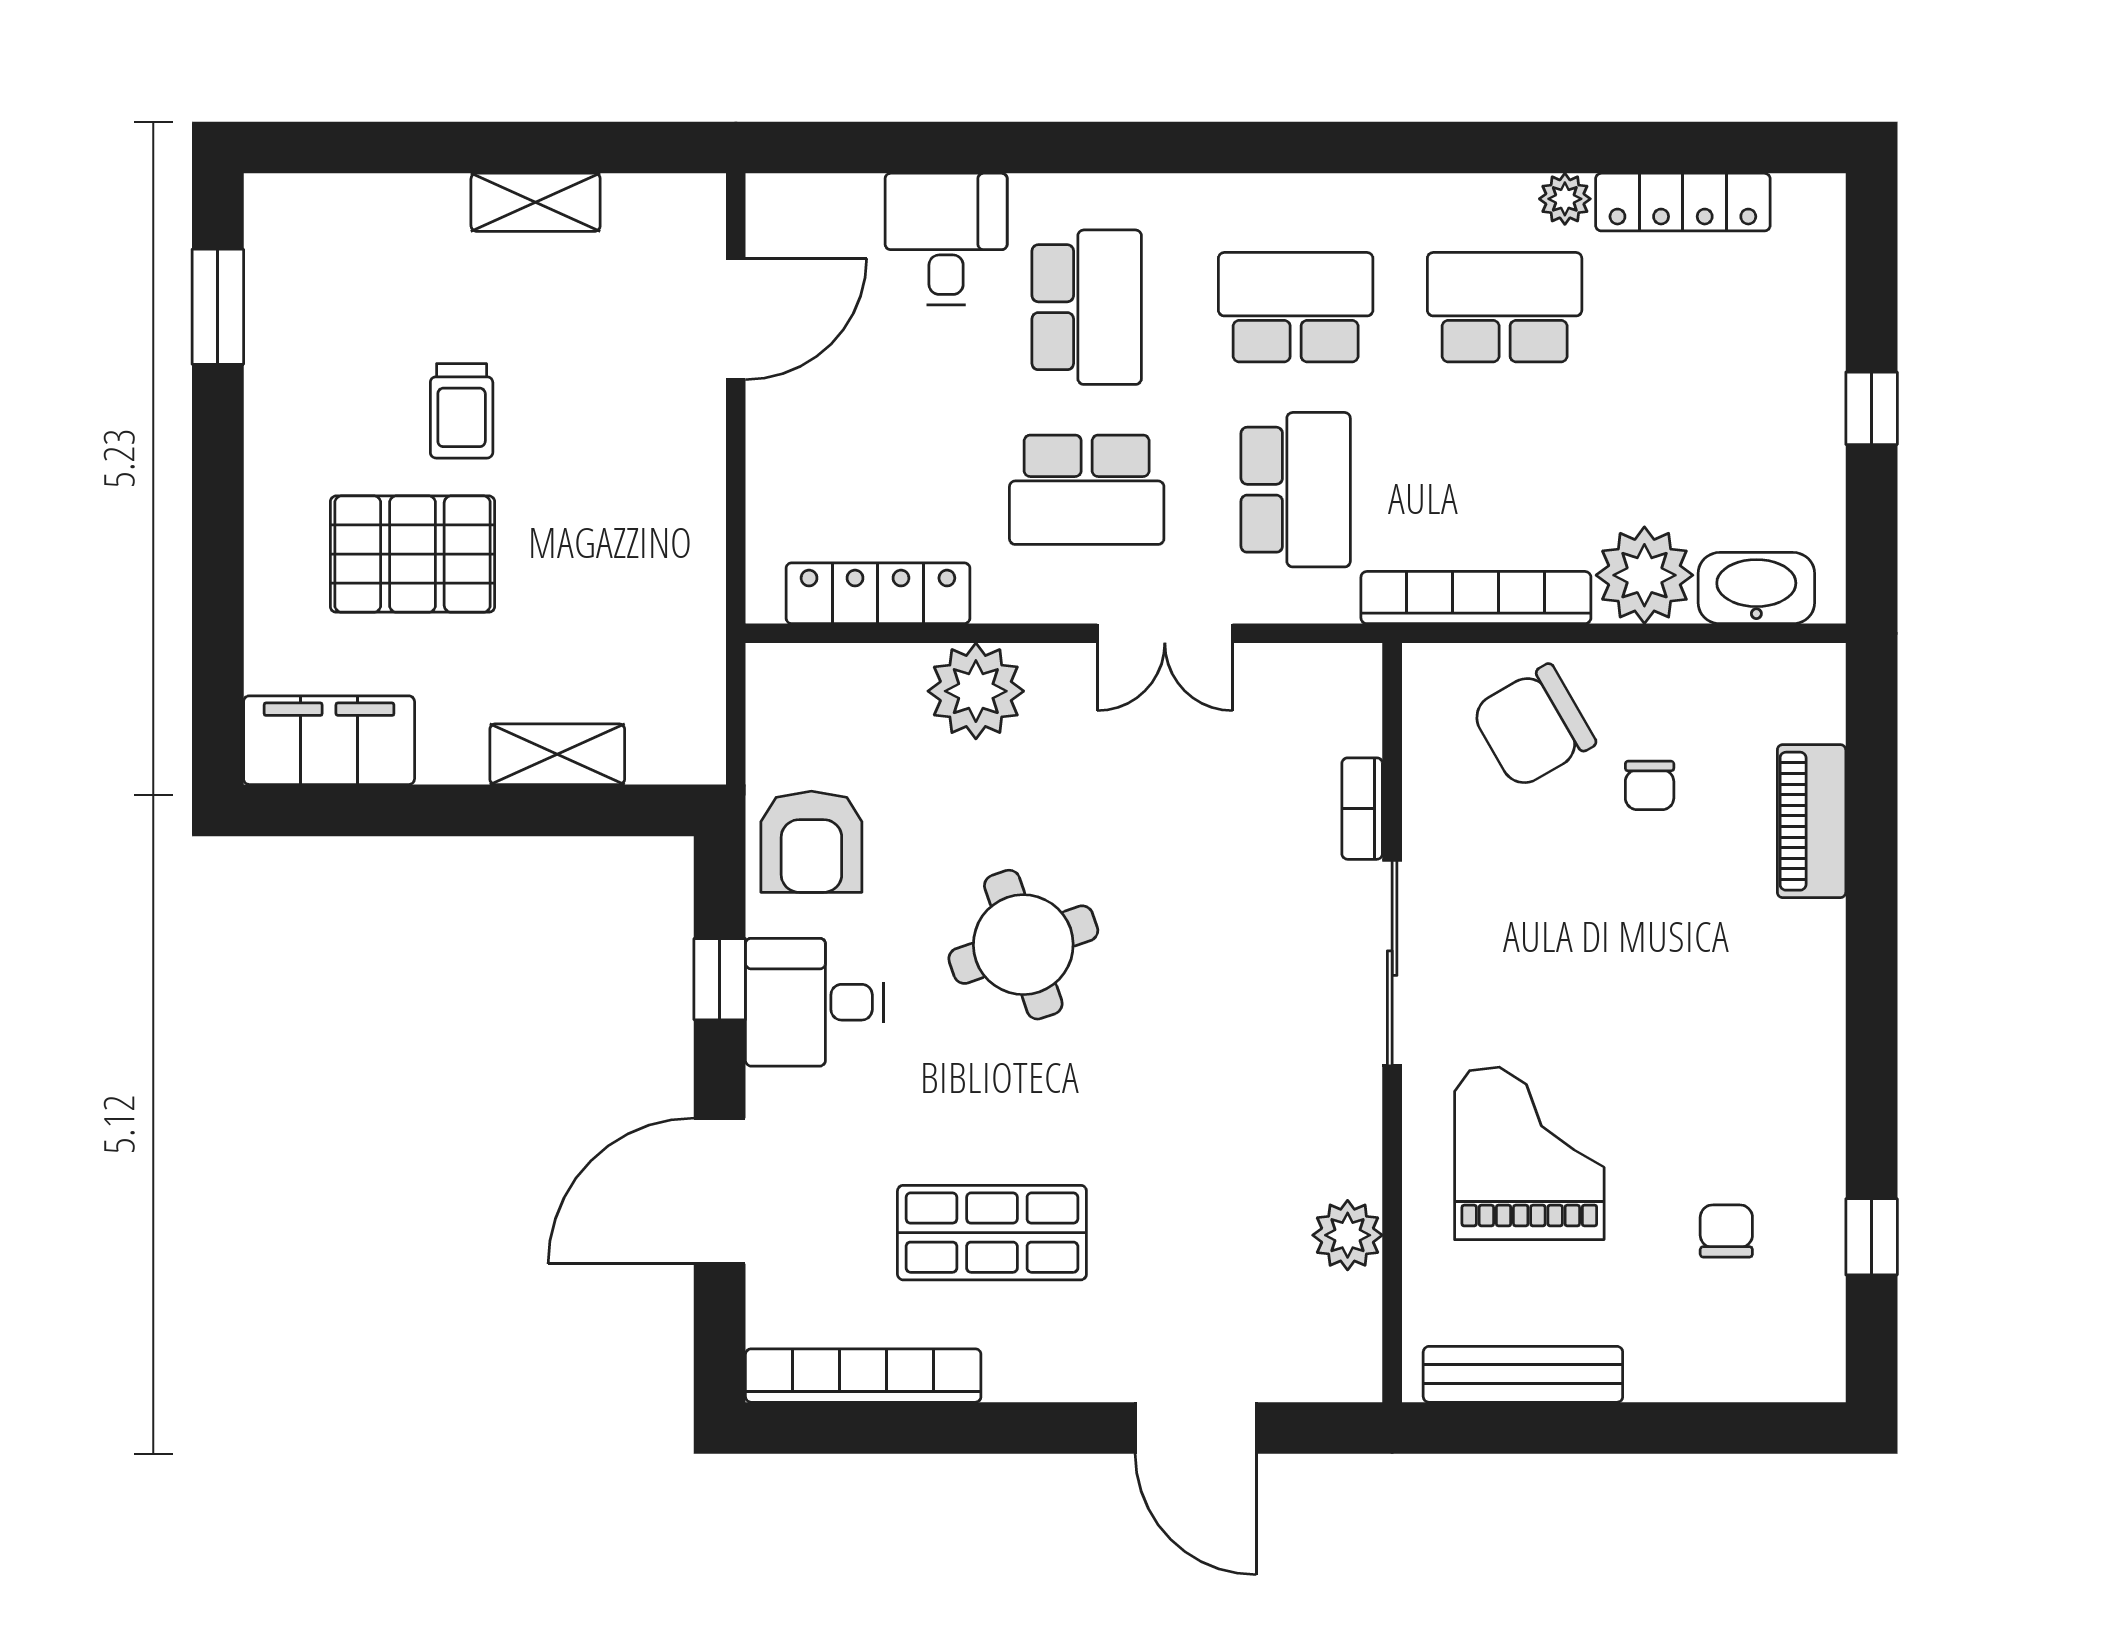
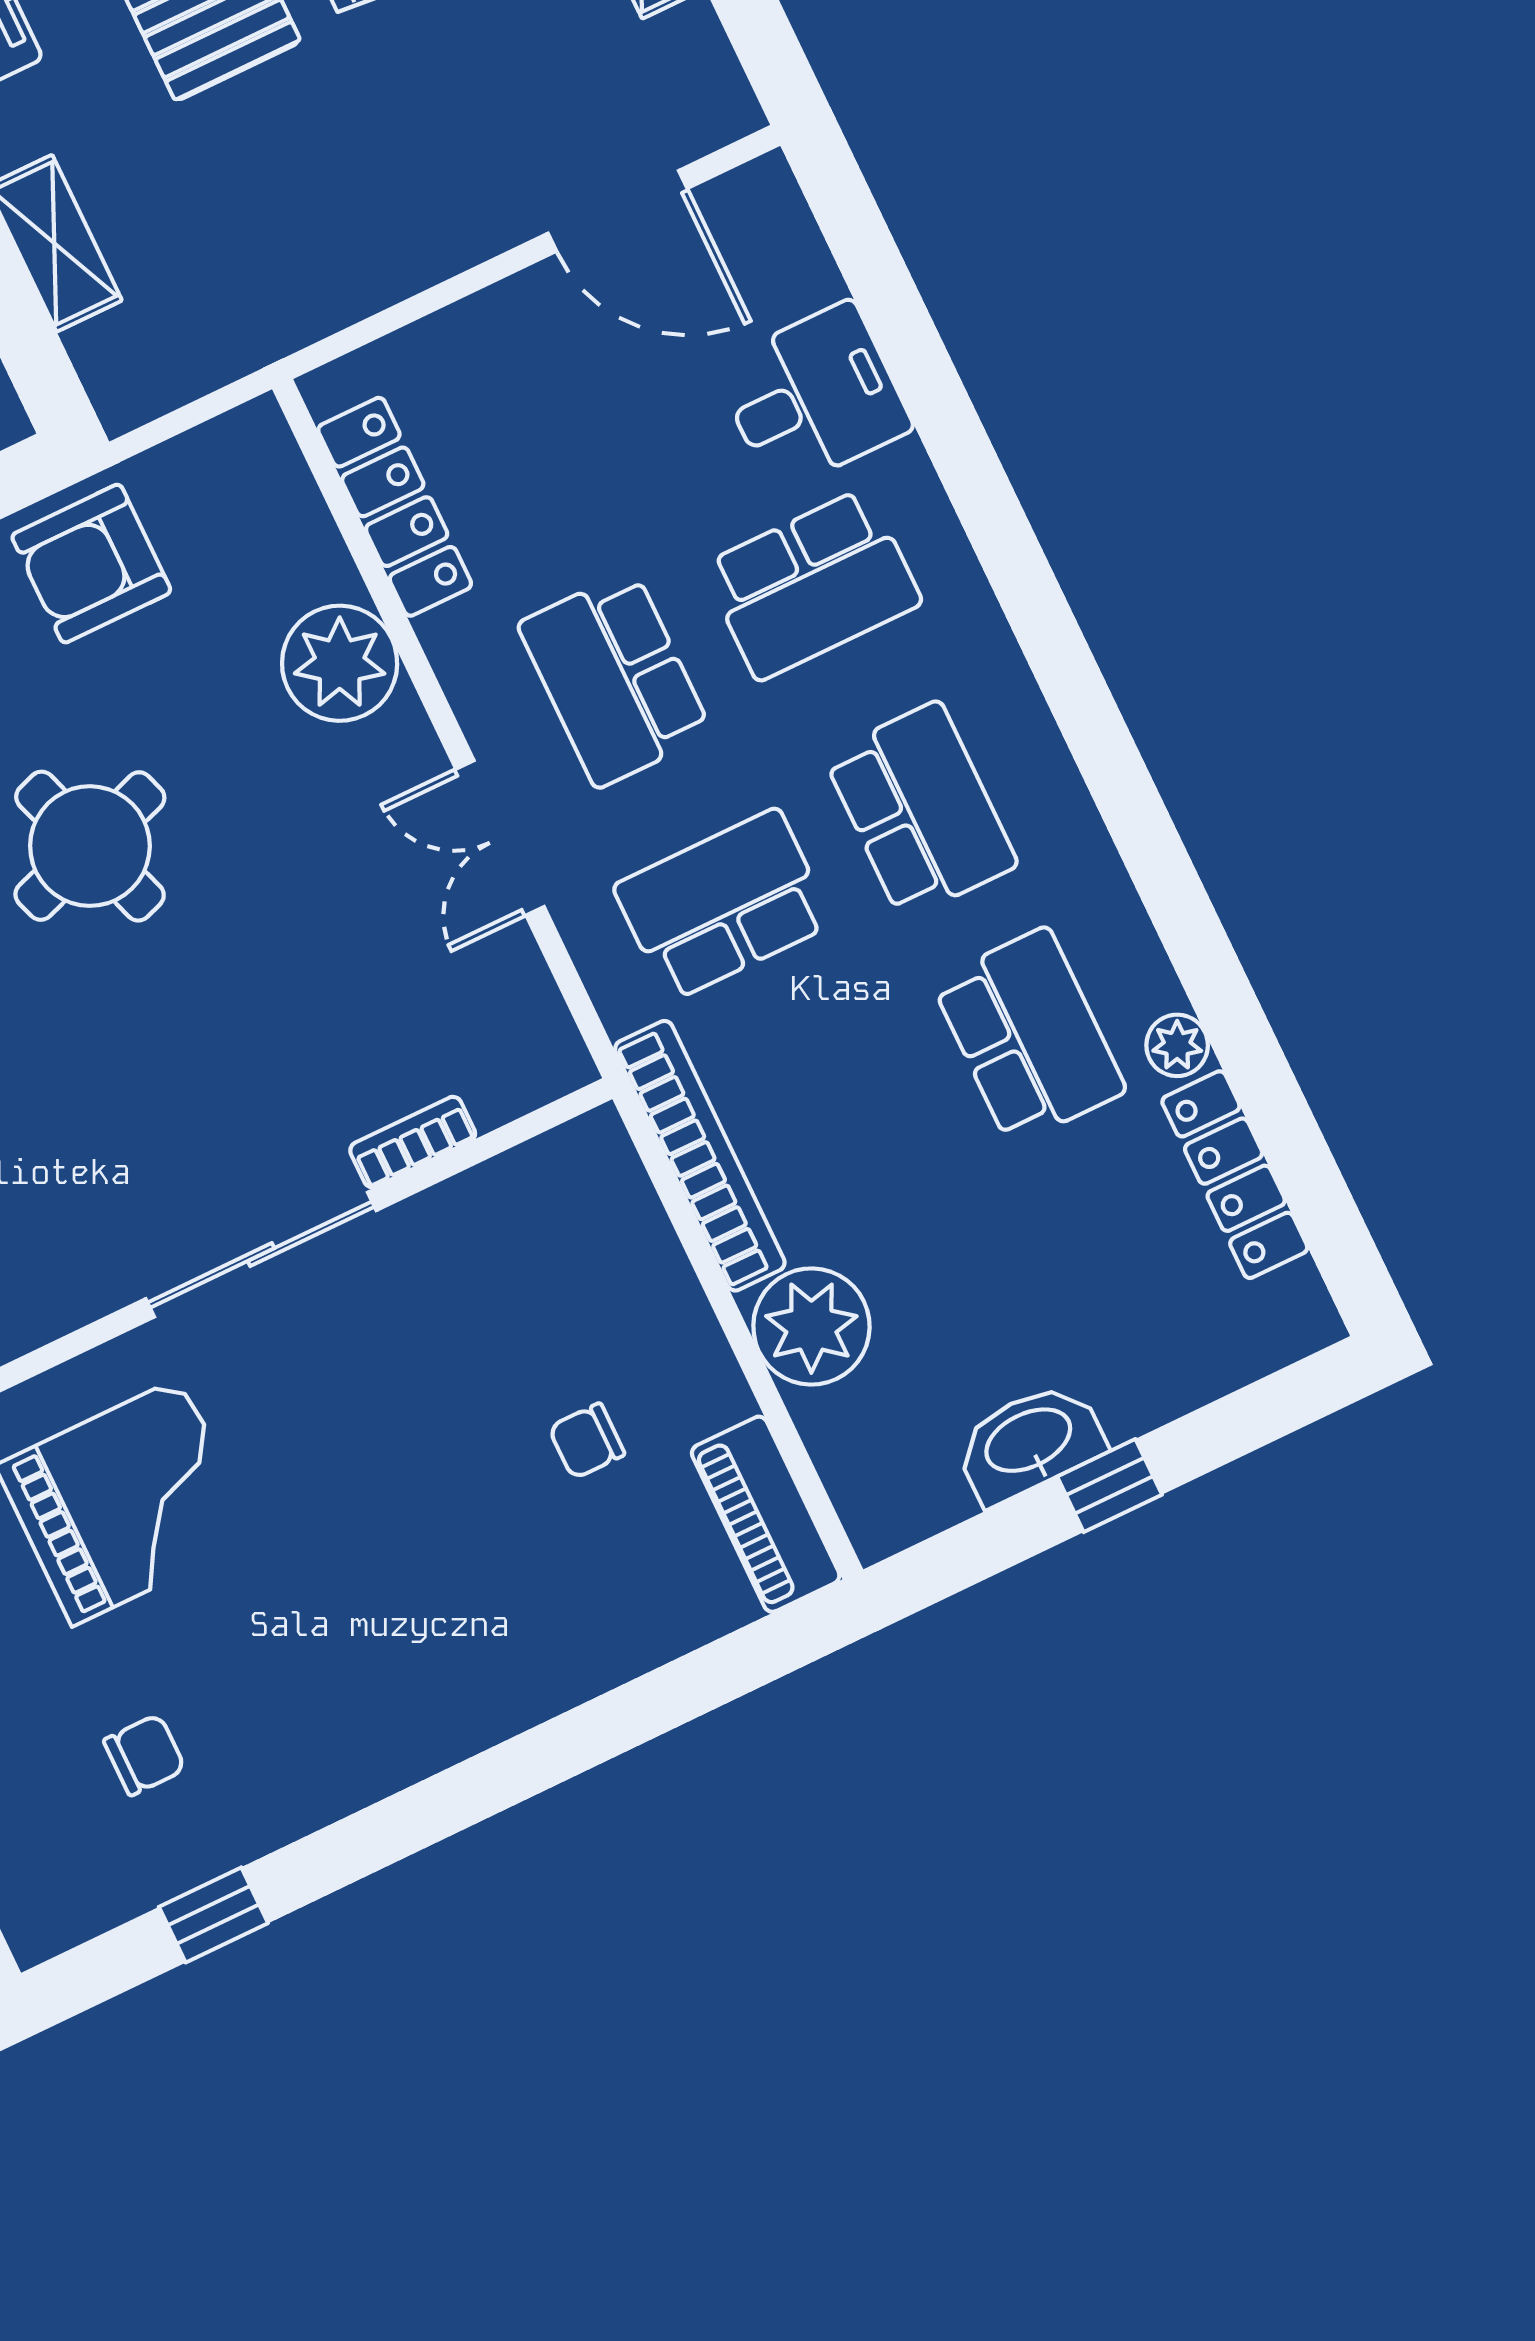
school desk: (1296, 490) -> (723, 905), turned 180
washbasin: (1756, 588) -> (1029, 1442), moved, turned -90
chair: (1533, 726) -> (590, 1284), removed
piano: (1812, 821) -> (766, 1514), moved, turned -90

